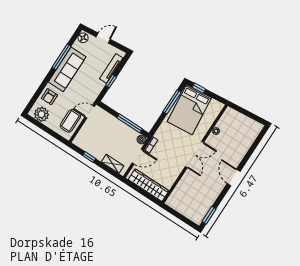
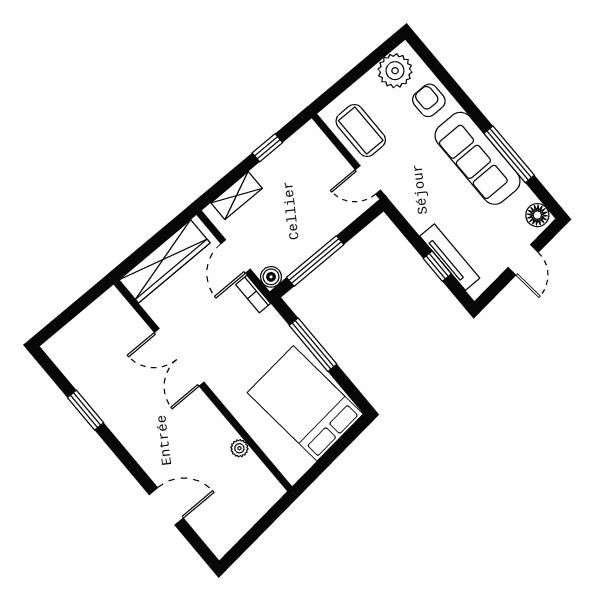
window: (111, 81) -> (437, 266), moved
window: (199, 88) -> (347, 439), removed
window: (172, 102) -> (313, 345), moved
door: (90, 112) -> (368, 180), swing flipped
double door: (194, 154) -> (179, 357), moved
door: (234, 178) -> (166, 506), moved
window: (209, 215) -> (85, 410), moved

